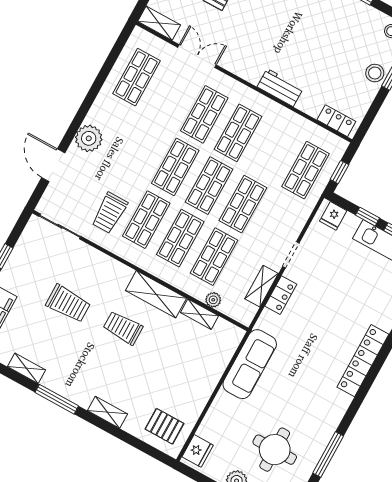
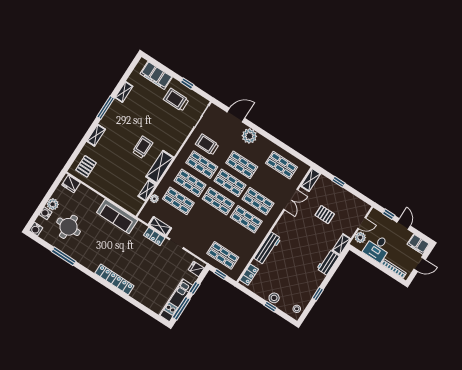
workbench: (280, 88) -> (267, 248), width x1.38
shop shelf: (243, 204) -> (242, 165), moved
trolley: (68, 304) -> (176, 100), moved, turned 90

